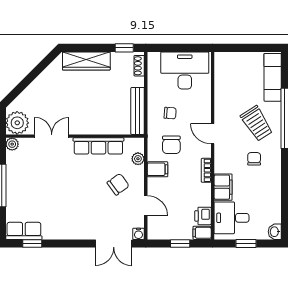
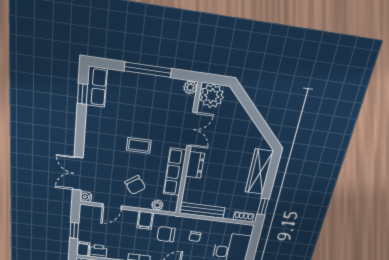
dresser: (88, 127) -> (195, 165), added
coffee table: (75, 185) -> (139, 145), added

